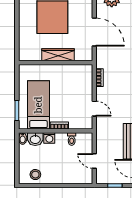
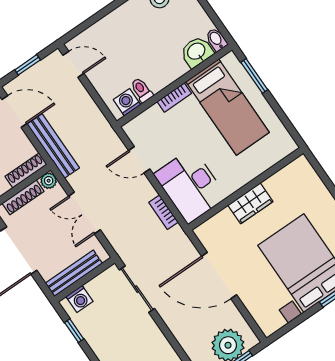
wardrobe: (58, 55) -> (250, 203), width x0.67
desk: (79, 81) -> (190, 186), added
washing machine: (49, 138) -> (127, 102), moved
door: (94, 161) -> (73, 64), moved

